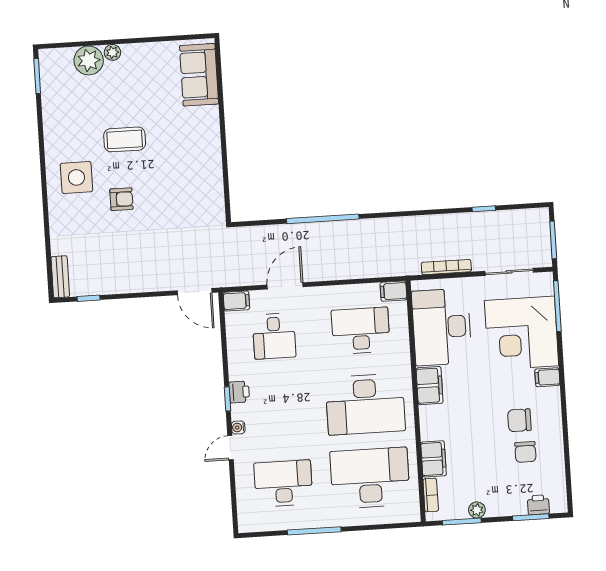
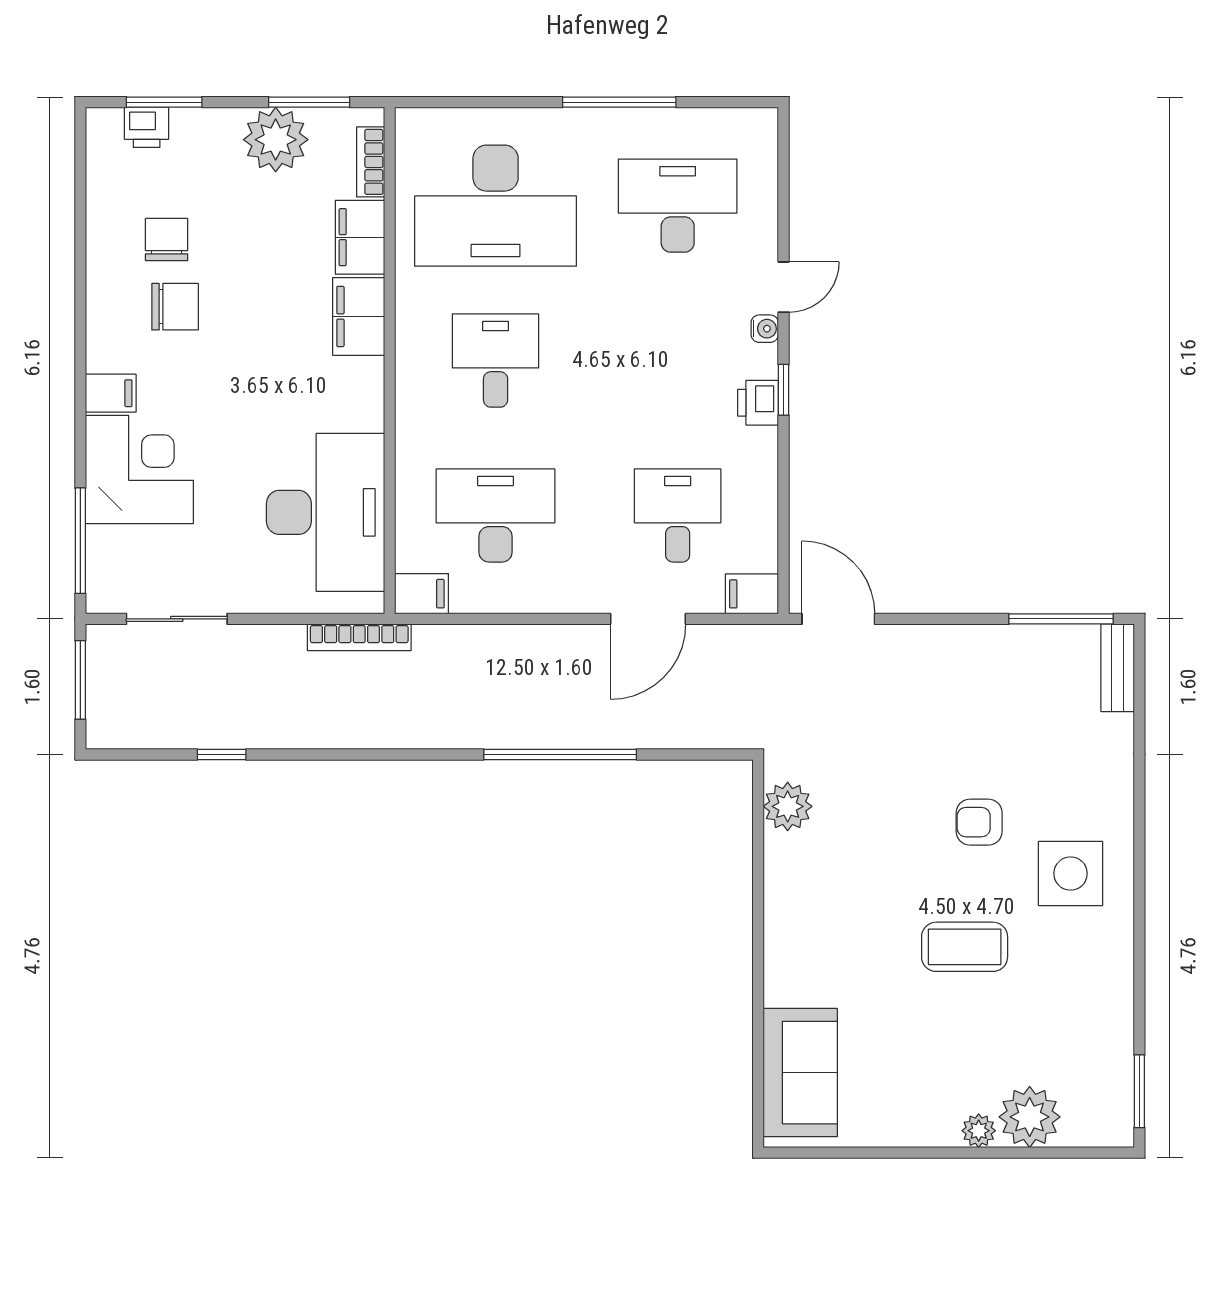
plant: (213, 201) -> (788, 806), added
bookcase: (446, 267) -> (359, 637), moved
window: (89, 298) -> (1061, 619), width x2.17
desk: (361, 331) -> (496, 515), turned 180
corner desk: (522, 333) -> (139, 469), width x0.74, depth x0.74
filing cabinet: (430, 386) -> (359, 316), moved
desk: (365, 404) -> (496, 361), width x0.53, depth x0.77
desk: (283, 483) -> (678, 206), turned 180
plant: (477, 510) -> (276, 140), width x1.87, depth x1.87

